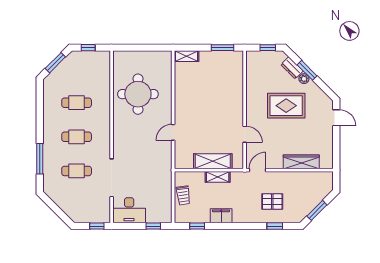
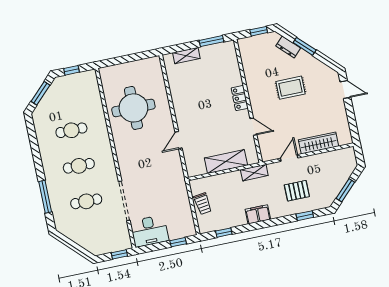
shelving: (187, 56) -> (186, 56), moved
plant: (304, 79) -> (303, 56), removed
locker: (237, 105) -> (240, 98), added
rug: (286, 106) -> (290, 88), width x0.73, depth x0.70
door: (258, 170) -> (289, 158), moved
shelving: (218, 177) -> (254, 173), moved
filing cabinet: (221, 216) -> (258, 214), moved

